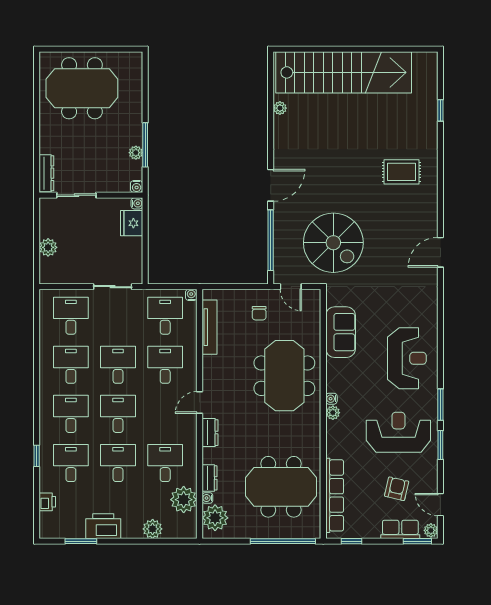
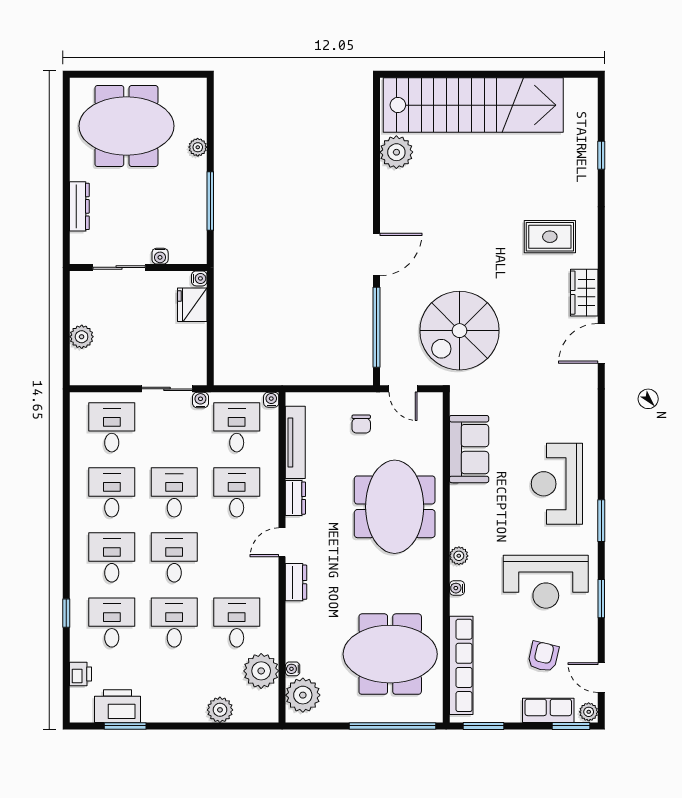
plant: (280, 108) -> (396, 152), width x1.88, depth x1.88
plant: (136, 153) -> (198, 147), moved
dresser: (46, 173) -> (79, 206), moved
water cooler: (137, 186) -> (160, 256), moved
wardrobe: (427, 214) -> (584, 293), added
spiral stairs: (333, 243) -> (459, 331), turned 90
water cooler: (138, 295) -> (200, 400), added
reception desk: (407, 358) -> (557, 484), turned 180
water cooler: (331, 399) -> (457, 588), moved
window: (440, 405) -> (601, 521), moved
reception desk: (398, 432) -> (546, 582), turned 180
dresser: (209, 478) -> (295, 498), moved
printer: (103, 526) -> (117, 706), moved
window: (351, 541) -> (483, 726), width x1.50

